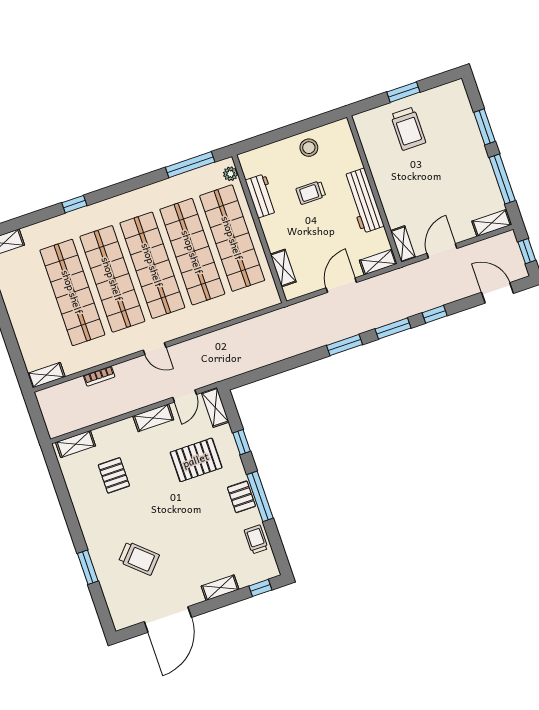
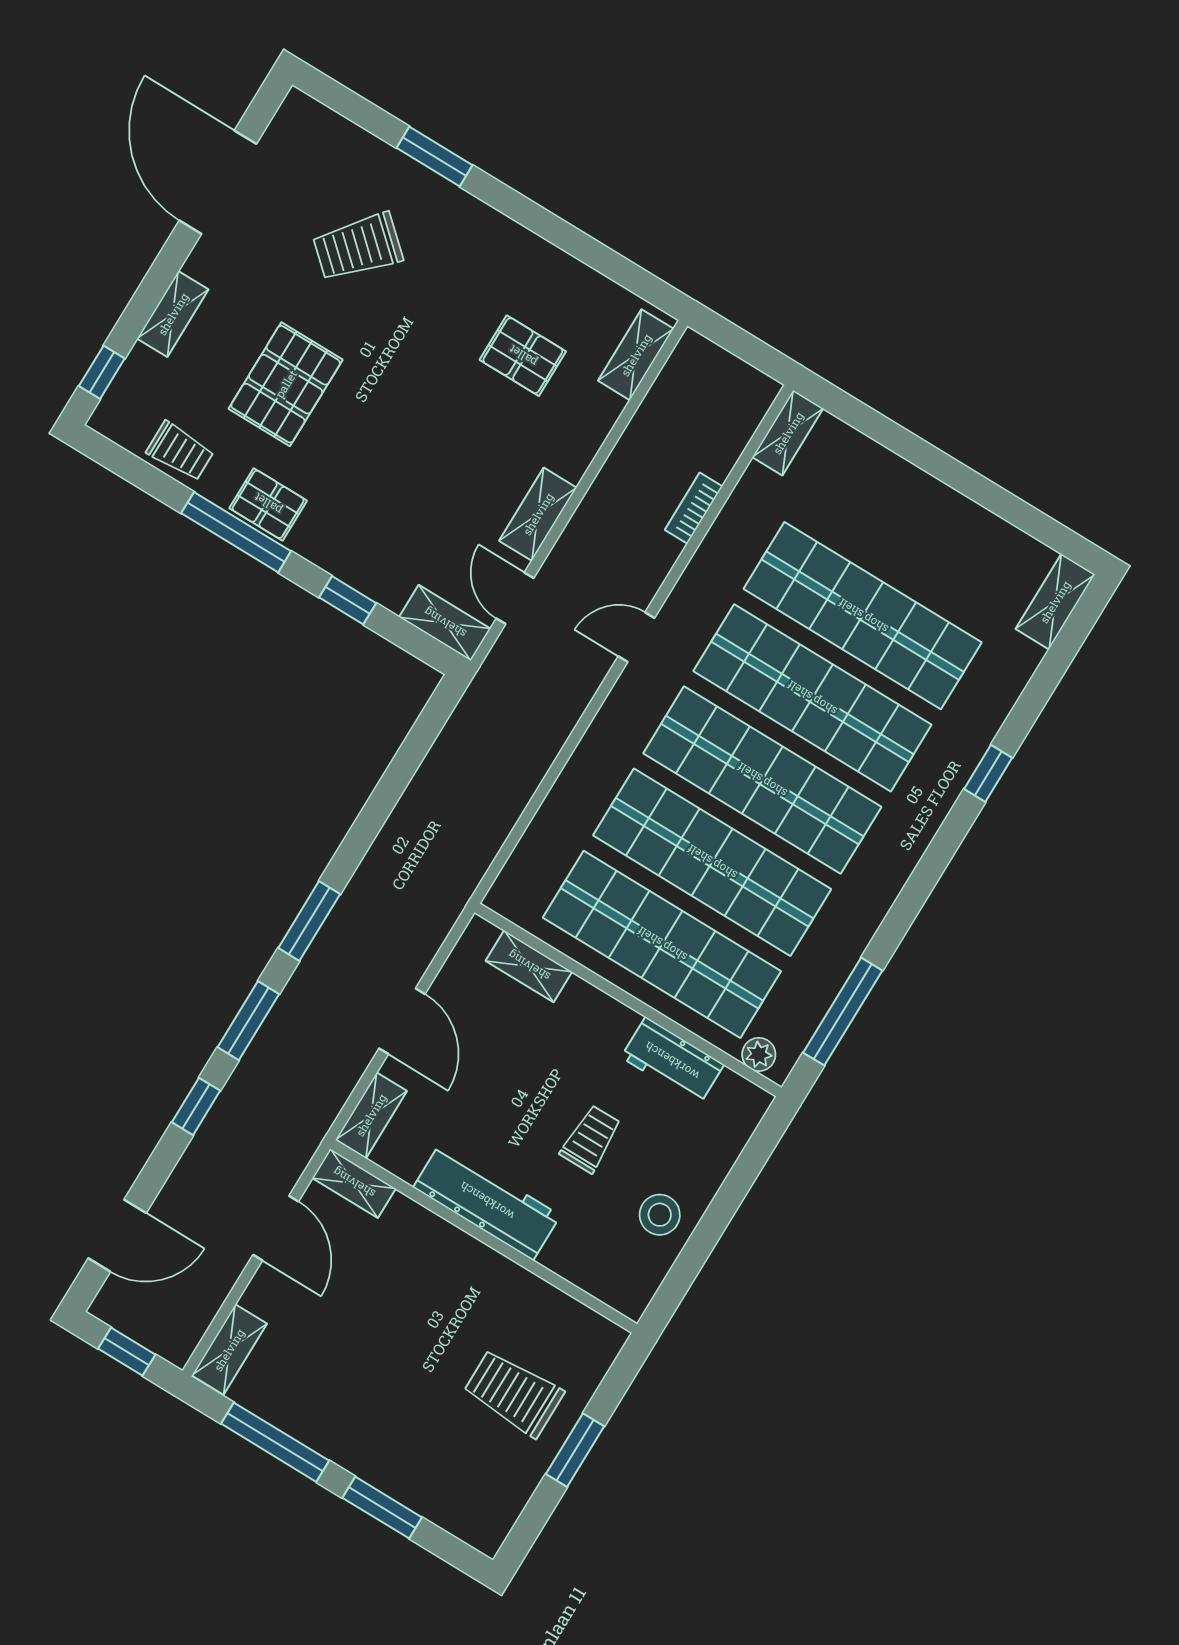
pallet: (196, 460) -> (286, 384), moved

